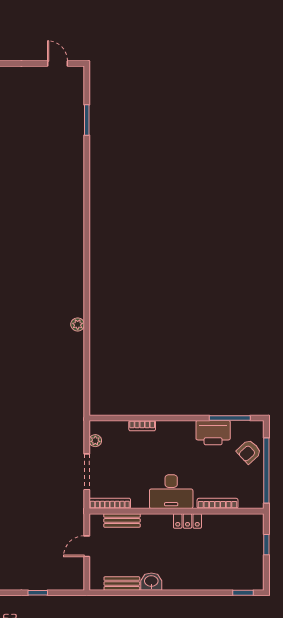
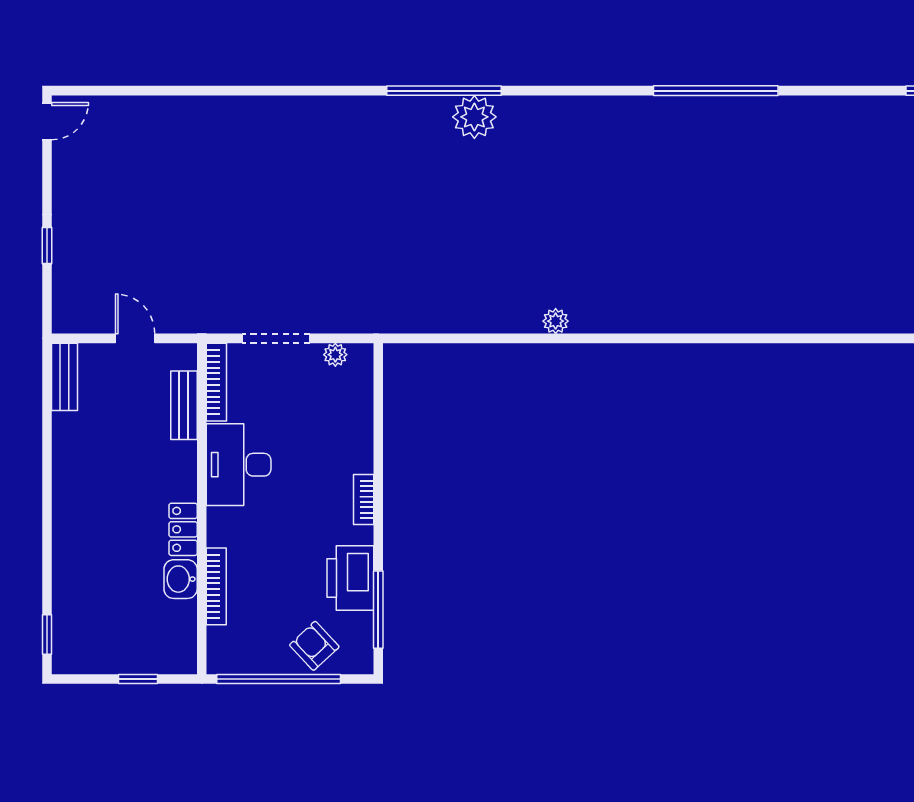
bookcase: (142, 426) -> (364, 499), moved
desk: (171, 492) -> (239, 465), moved
washbasin: (151, 582) -> (181, 579), moved, turned 180
bench: (122, 583) -> (64, 377), moved

